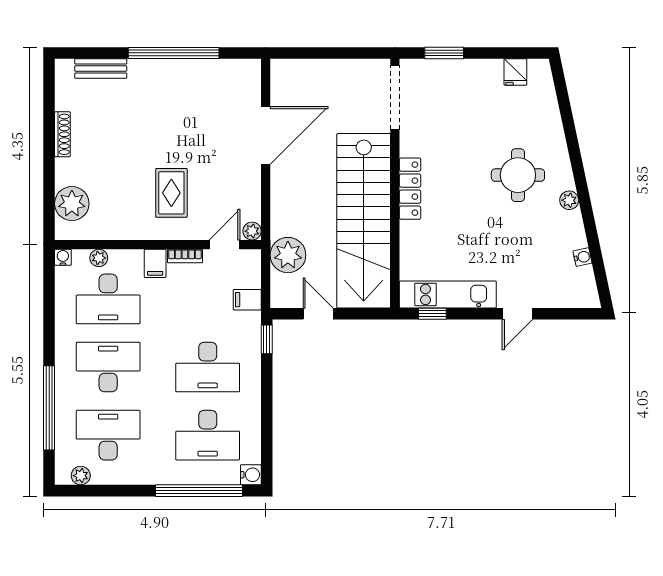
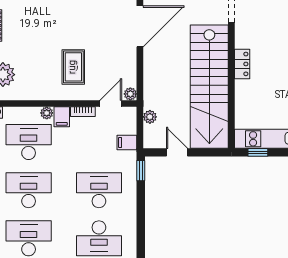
locker: (410, 189) -> (242, 64), width x0.66
plant: (288, 255) -> (150, 117), width x0.53, depth x0.53
plant: (99, 258) -> (47, 113), moved
desk: (108, 299) -> (29, 142), turned 180
desk: (208, 367) -> (99, 190), turned 180

